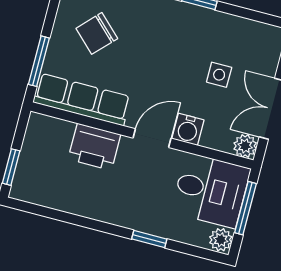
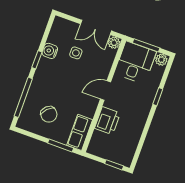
row of seats: (82, 100) -> (80, 132), width x0.68
water cooler: (188, 129) -> (50, 51), moved, turned 180
door: (152, 138) -> (106, 91), hinge flipped

